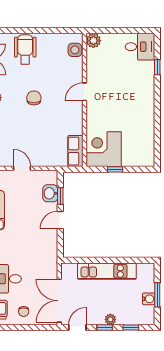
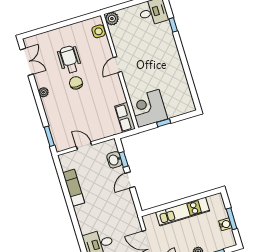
wheelchair: (25, 49) -> (70, 60), moved

